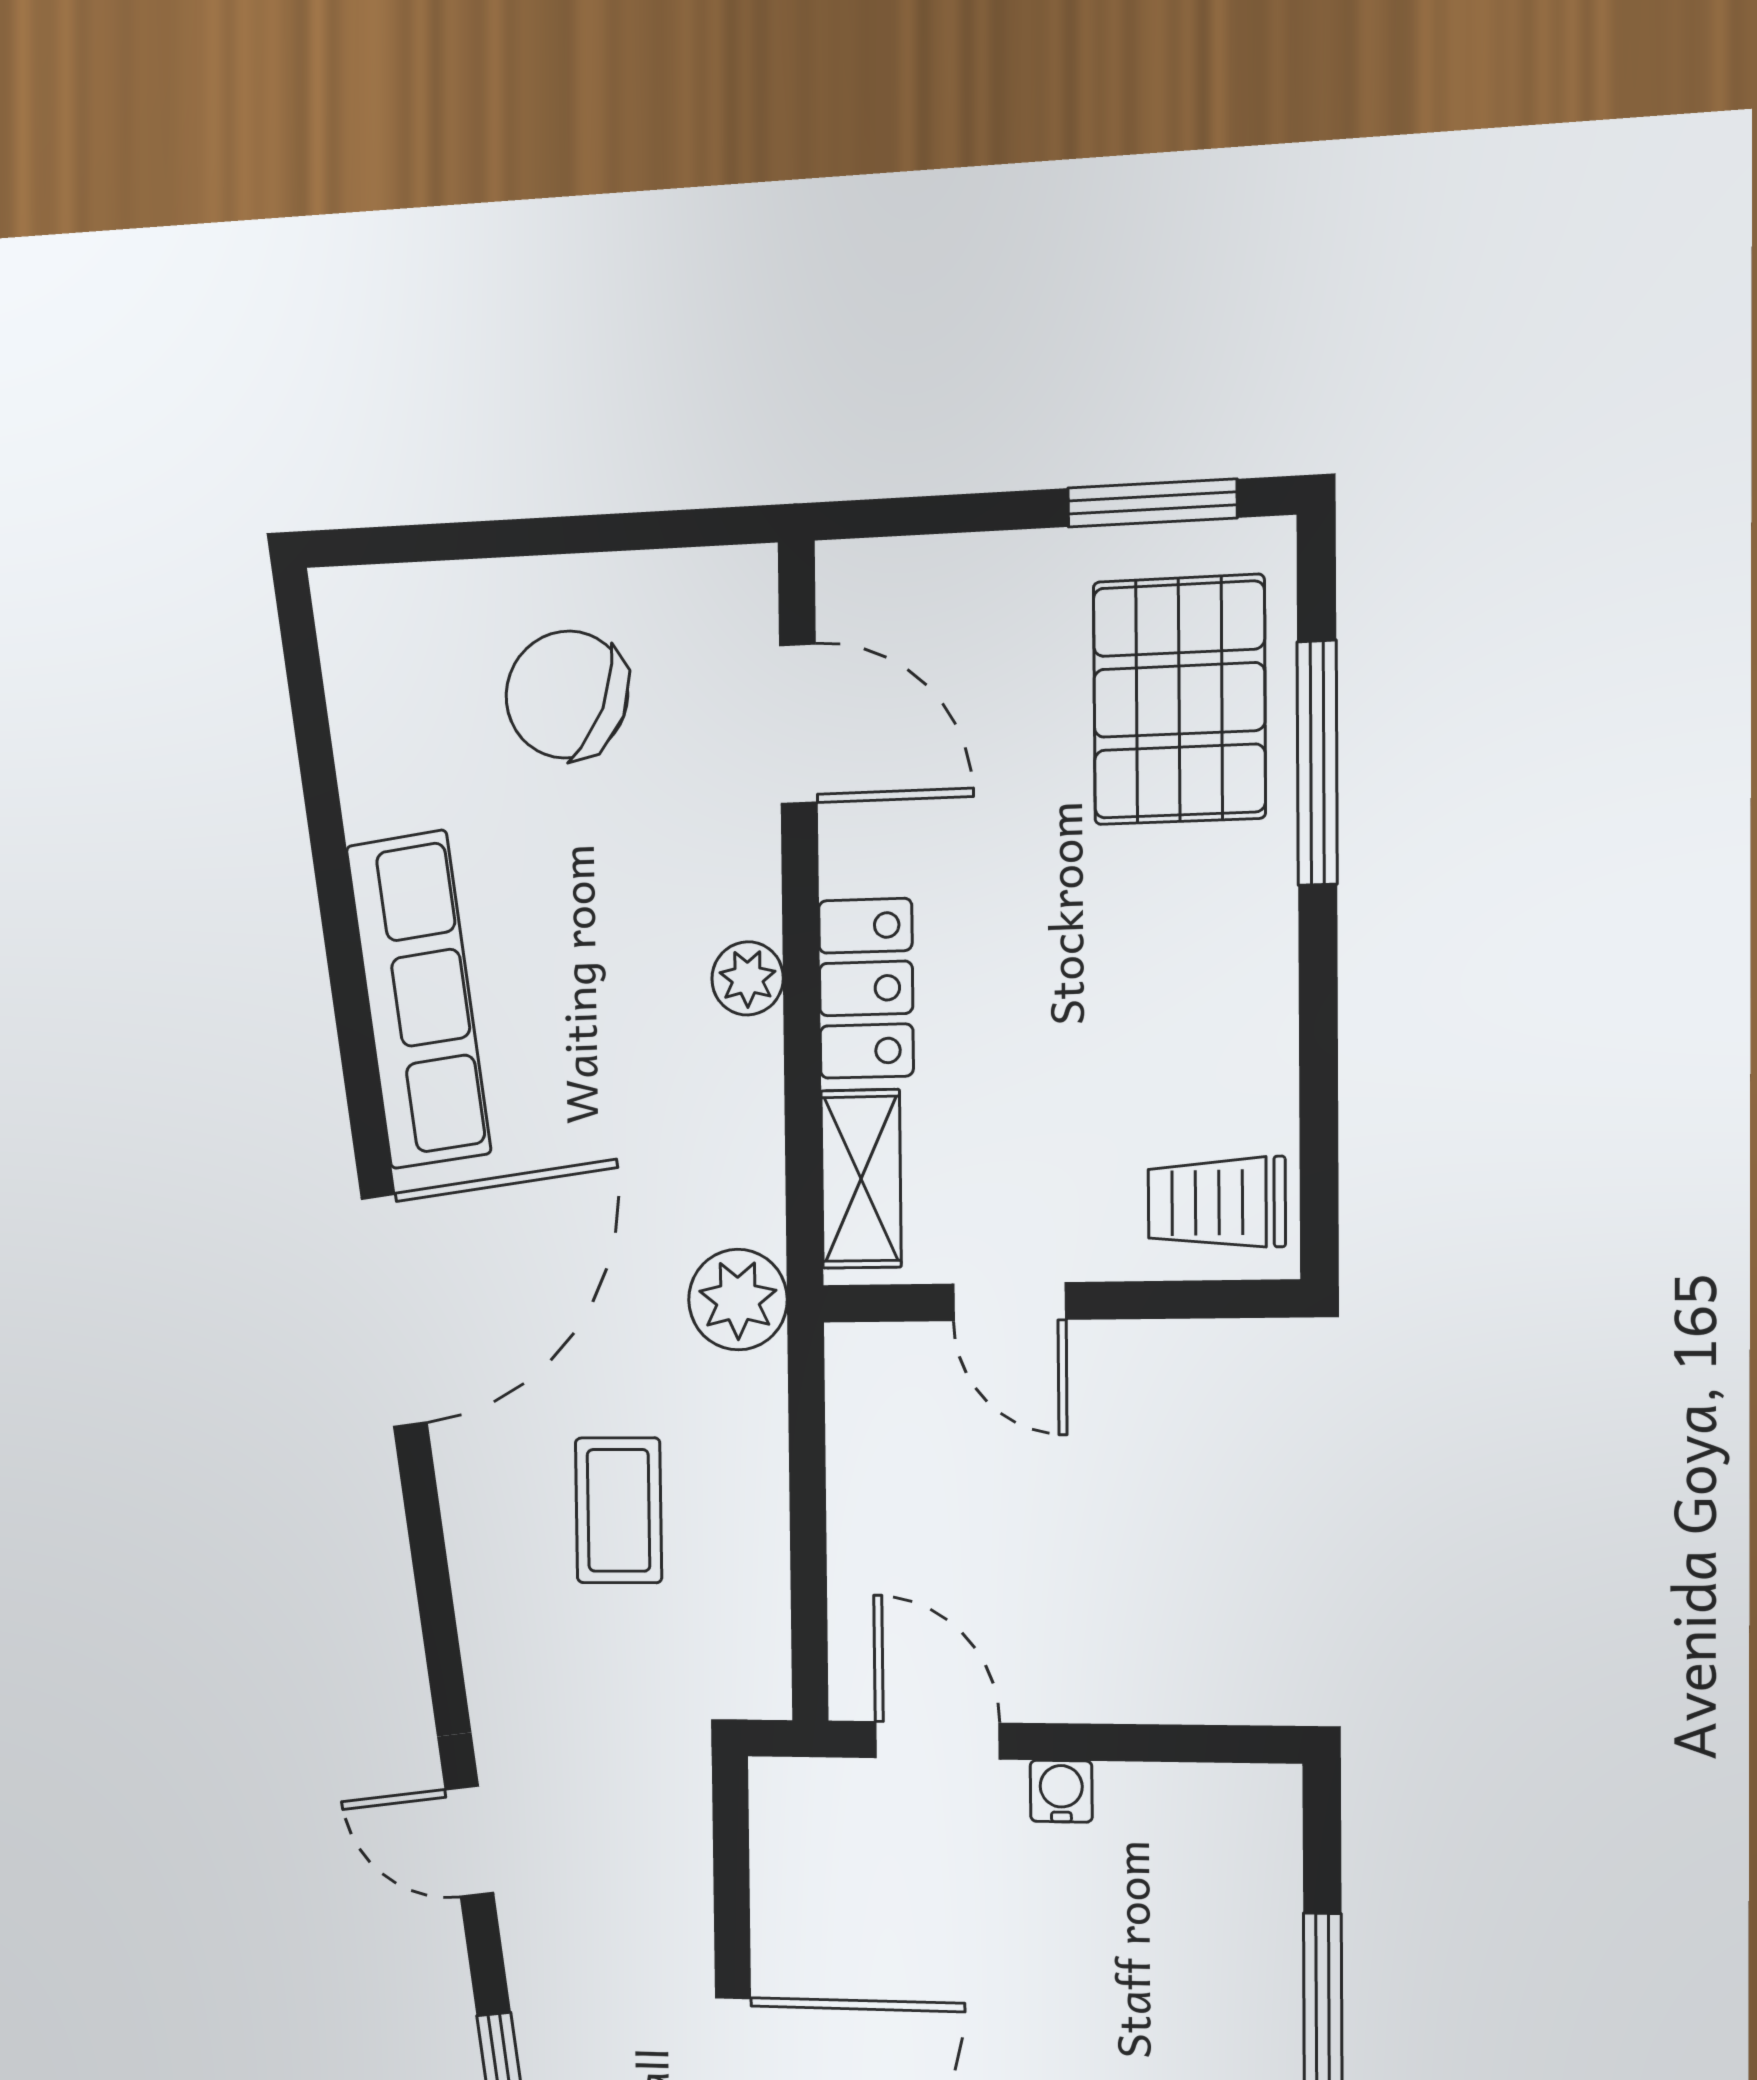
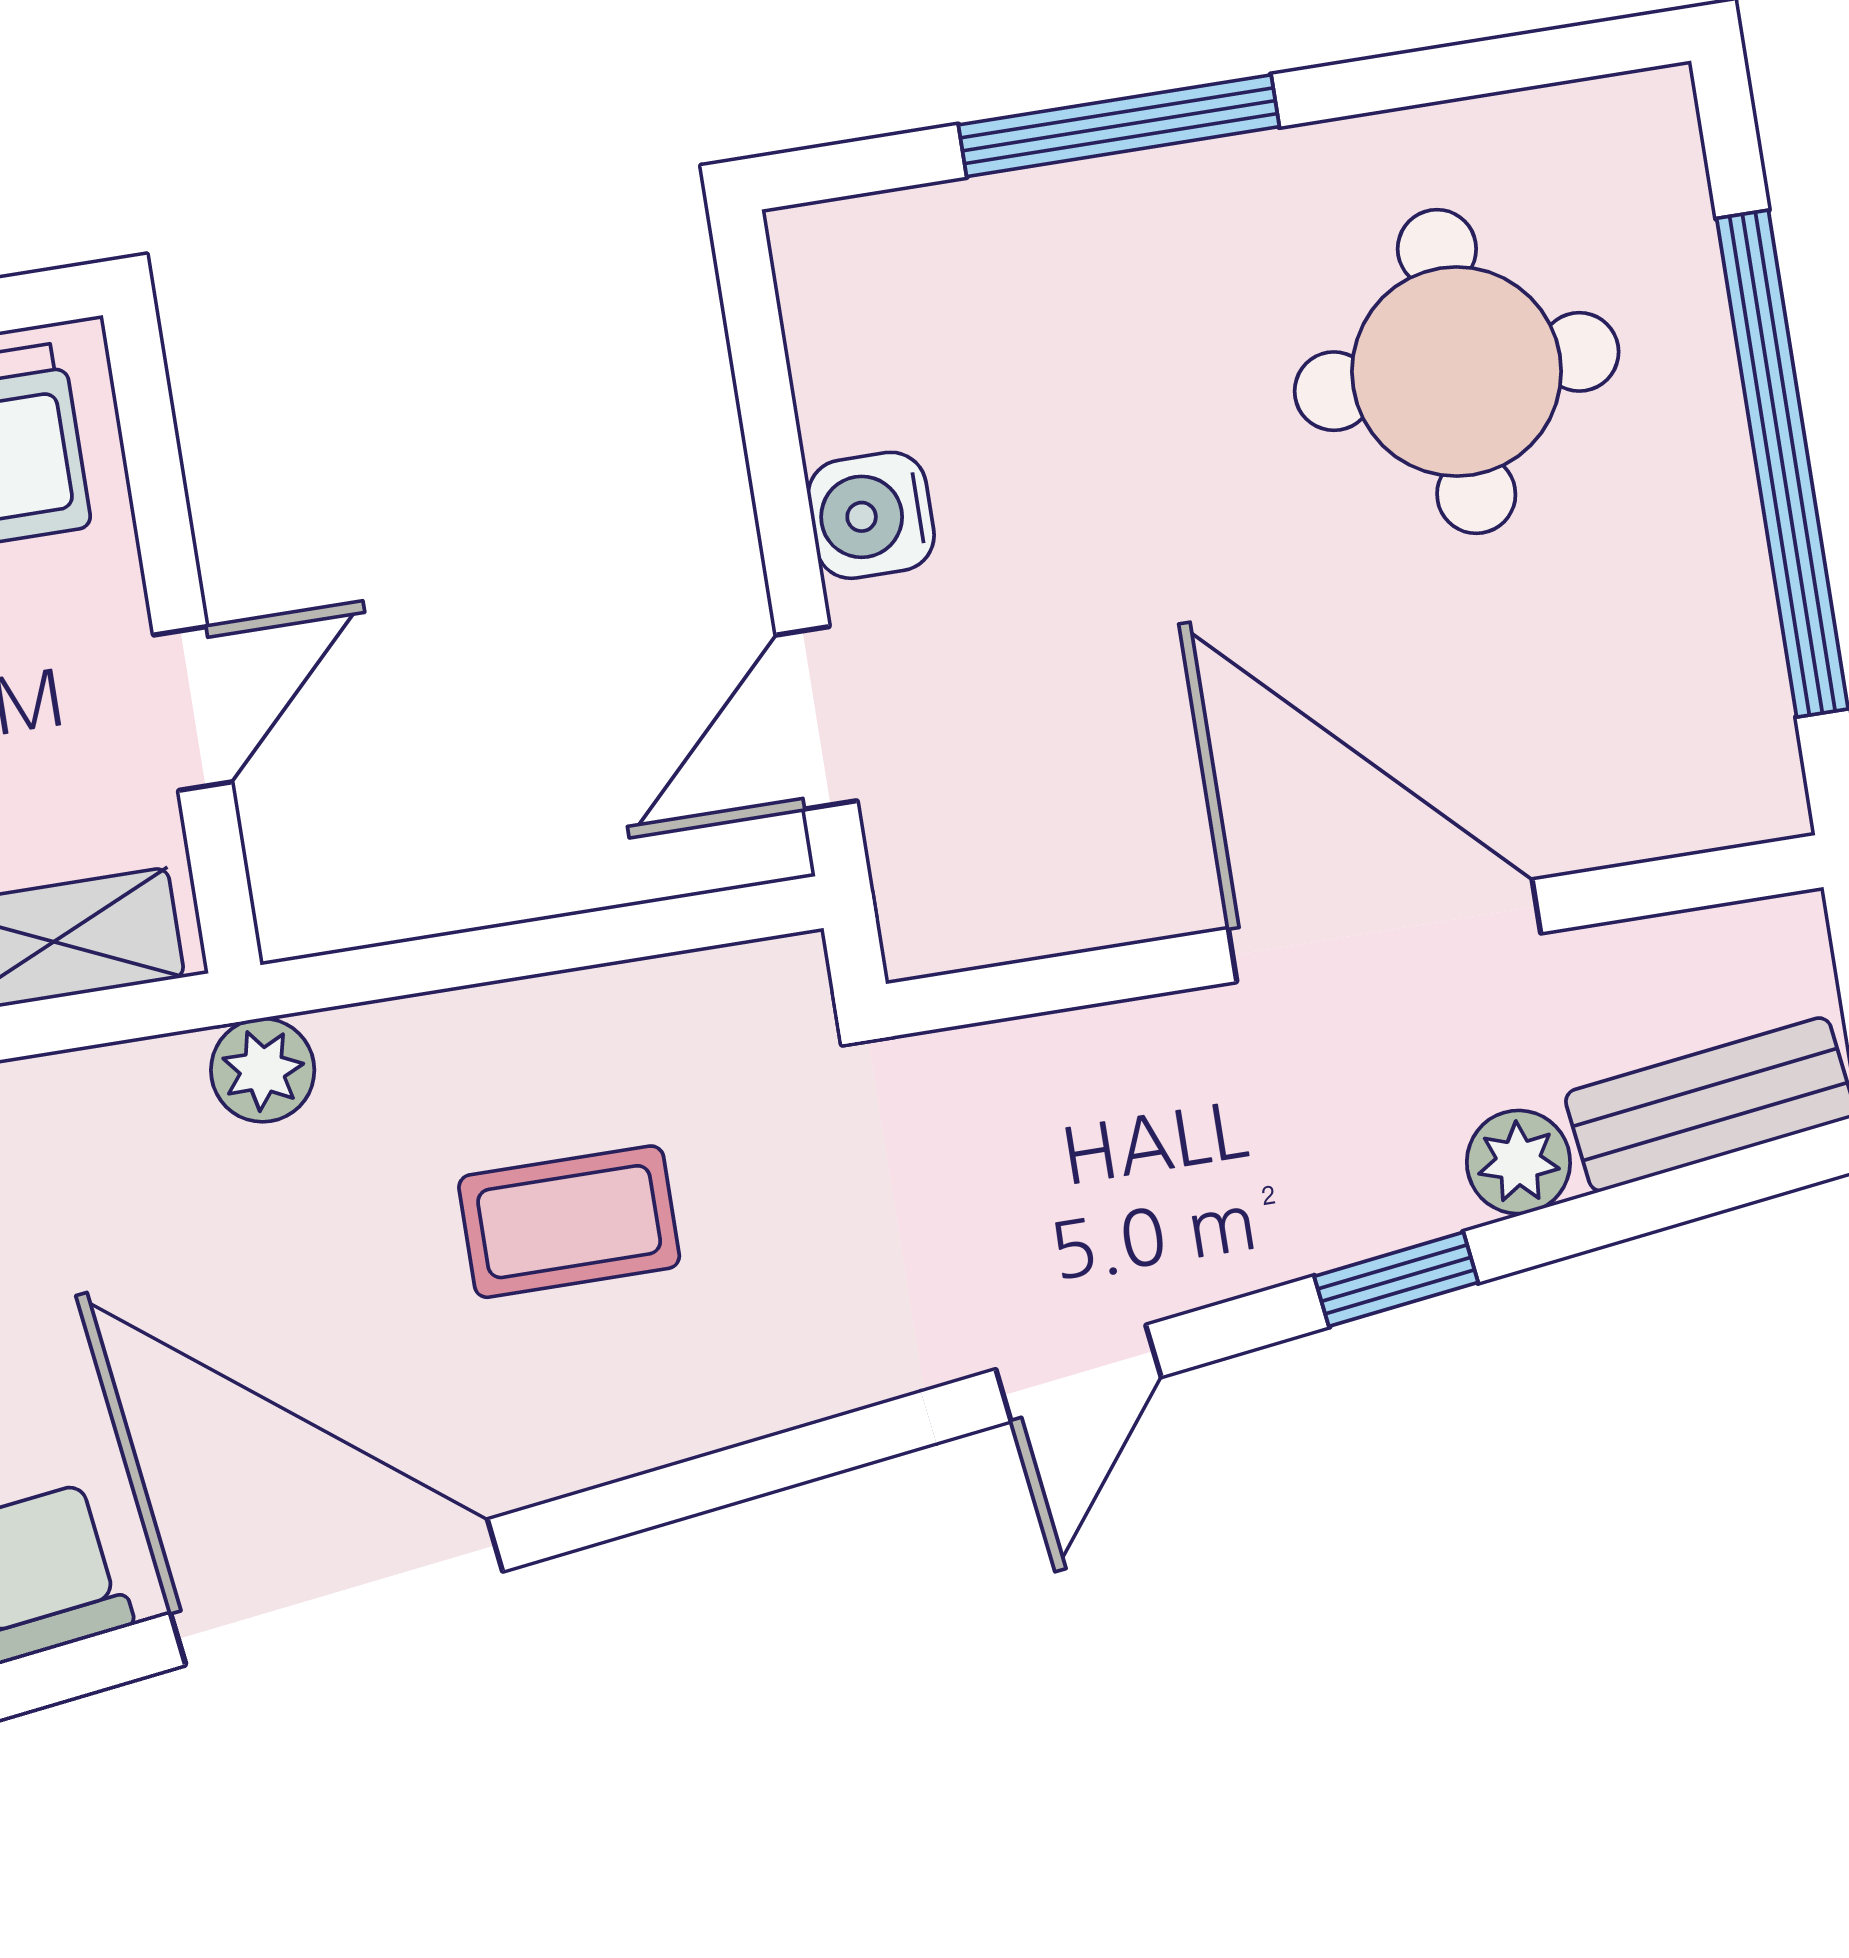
plant: (738, 1300) -> (263, 1070), width x0.73, depth x0.73
water cooler: (1061, 1791) -> (871, 515), width x1.38, depth x1.38

